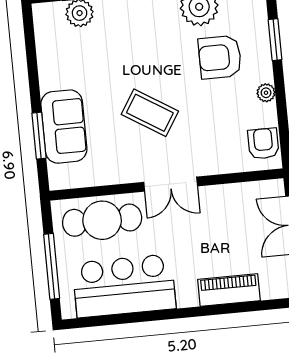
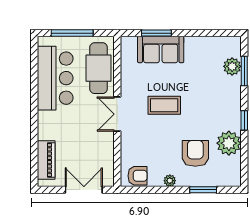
coffee table: (150, 113) -> (164, 105), turned 58
piano: (229, 290) -> (46, 160), moved

